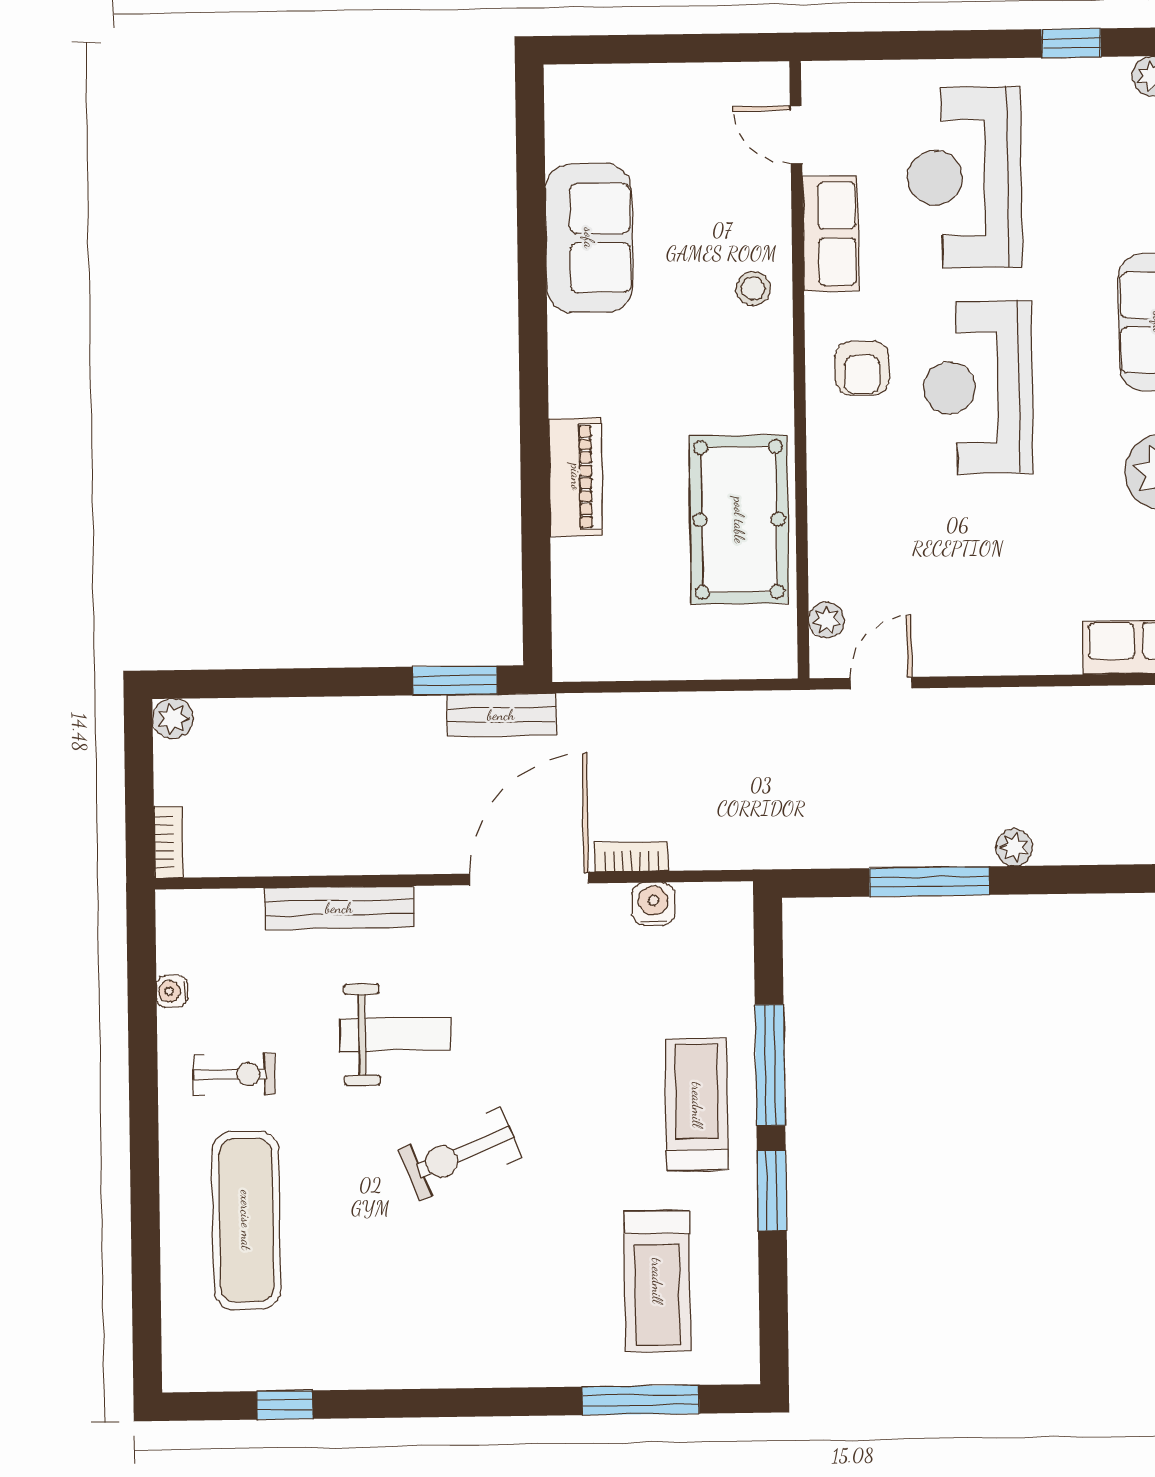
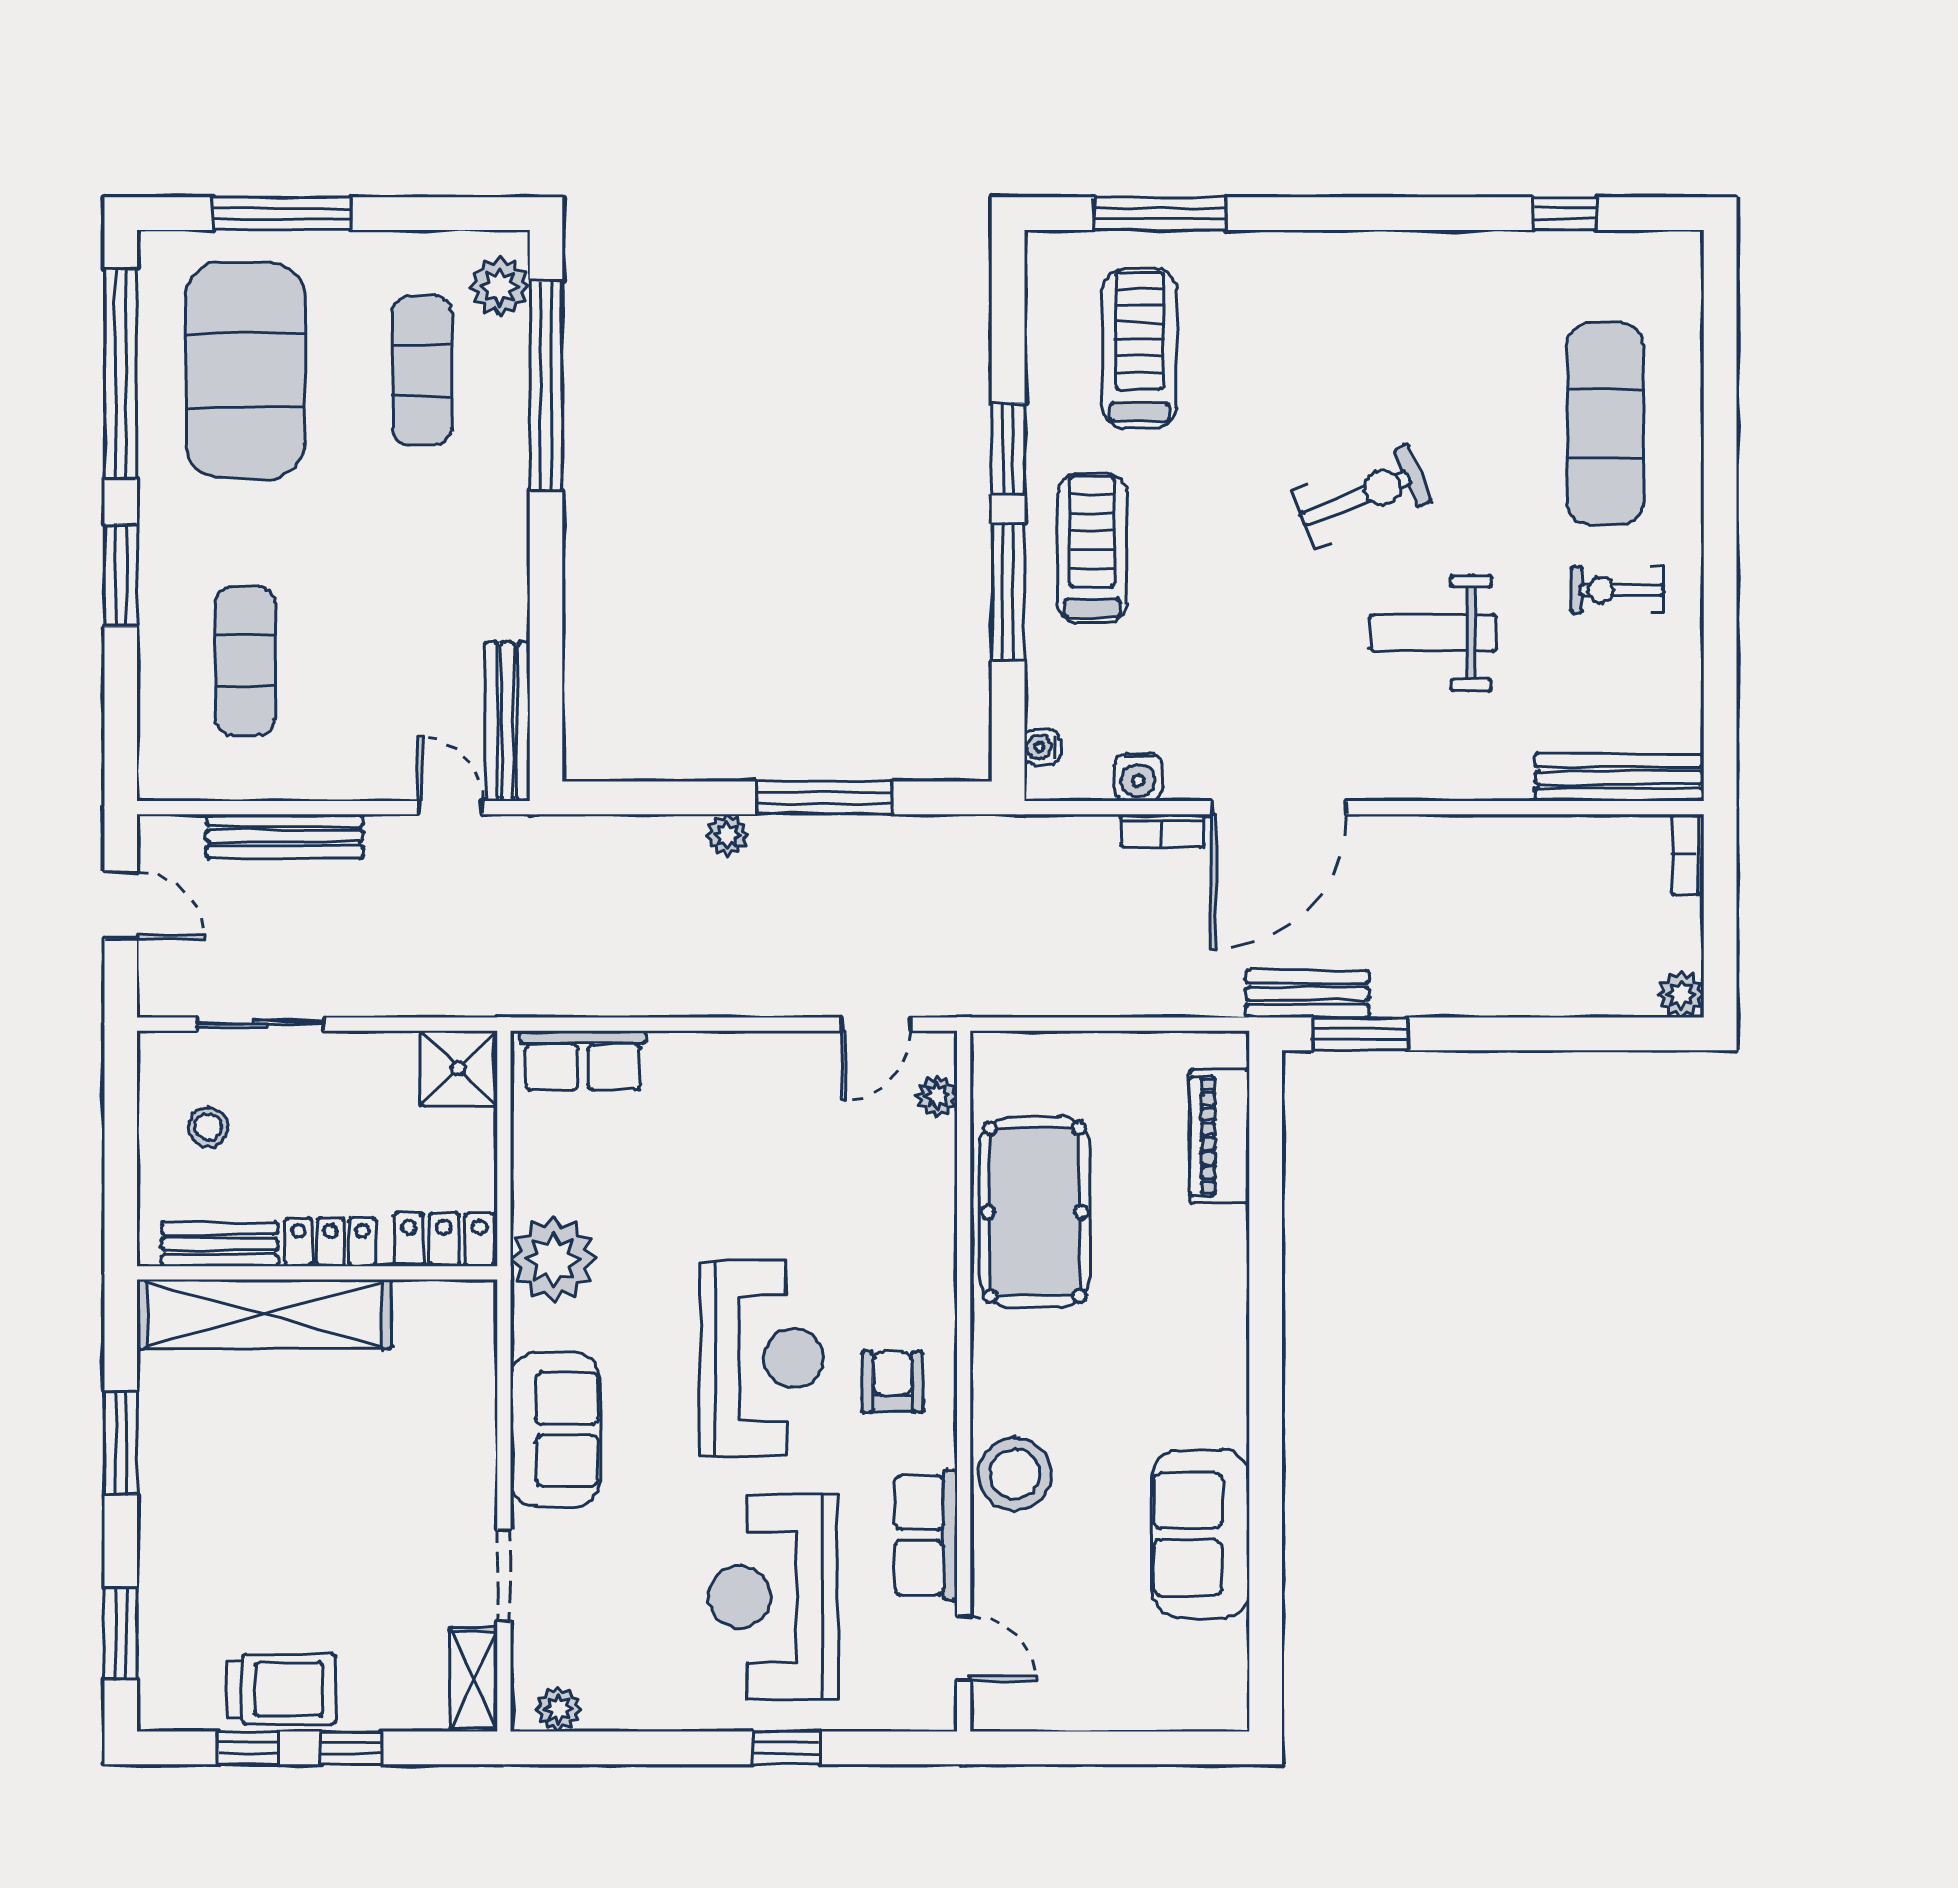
window: (1071, 43) -> (786, 1748), moved
reception desk: (964, 178) -> (773, 1597), turned 180
stool: (753, 288) -> (1015, 1474), width x1.89, depth x1.89
piano: (576, 477) -> (1219, 1136), moved
bench: (339, 908) -> (1619, 777), moved
water cooler: (172, 991) -> (1042, 747), moved, turned 180
treadmill: (697, 1105) -> (1092, 548), turned 180

